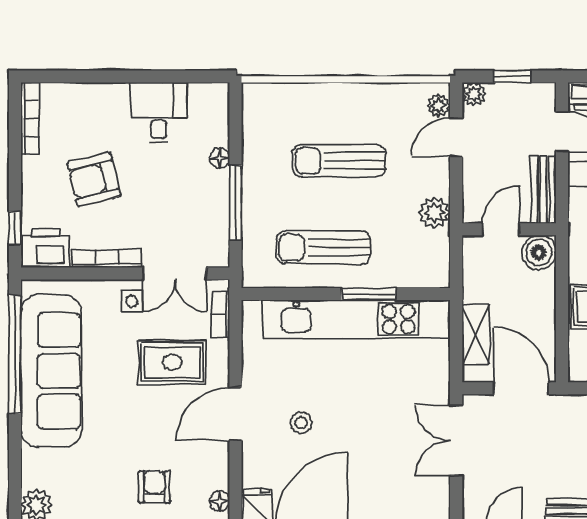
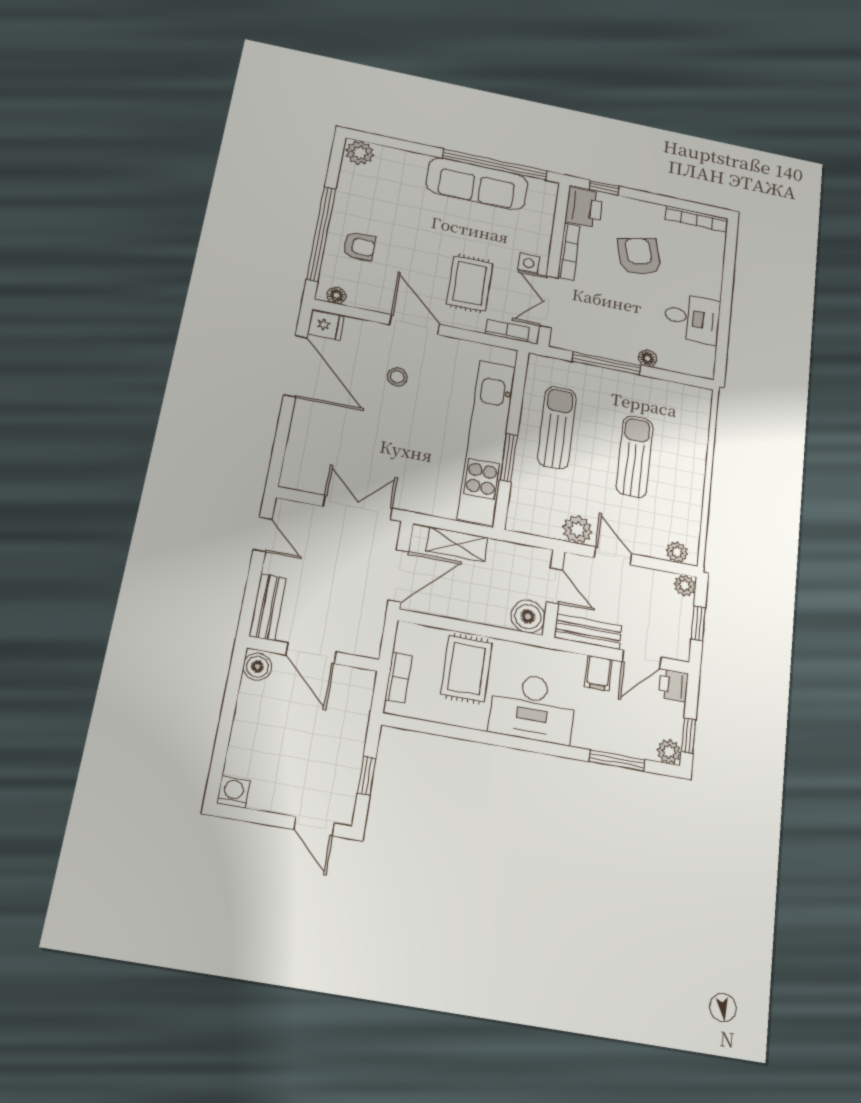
door: (456, 137) -> (613, 556), moved
sofa: (51, 371) -> (477, 184), width x0.74, depth x0.79

